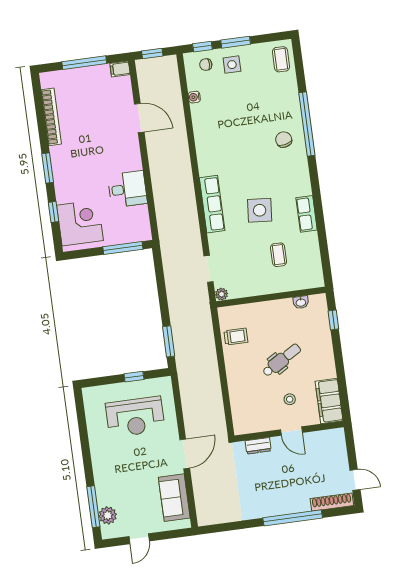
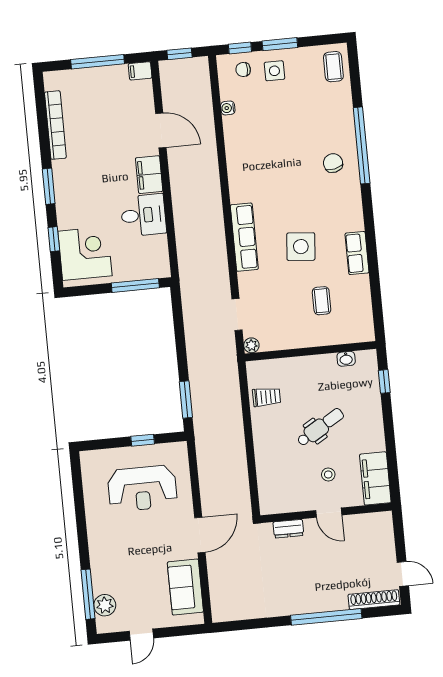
filing cabinet: (131, 155) -> (149, 175), added

